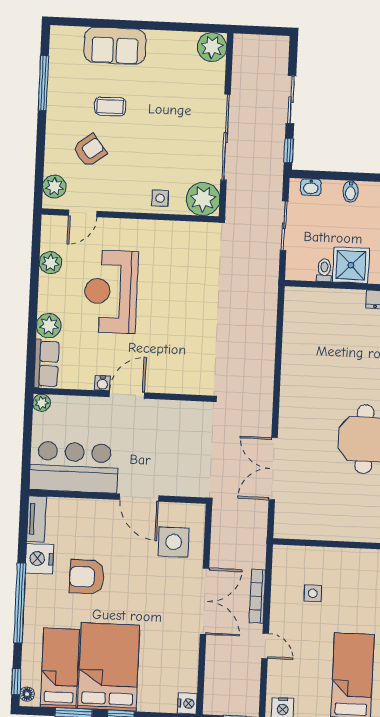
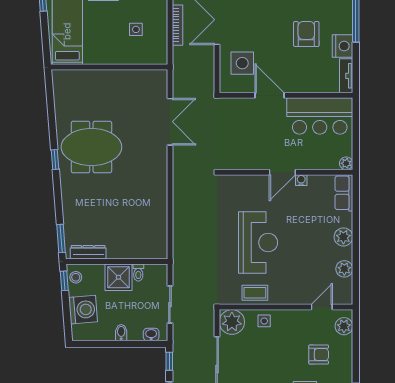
armchair: (90, 150) -> (319, 355), turned -143
coffee table: (171, 236) -> (255, 293), added
reception desk: (111, 291) -> (258, 243), moved
plant: (49, 326) -> (343, 237), moved
armchair: (87, 577) -> (306, 34), turned -90

